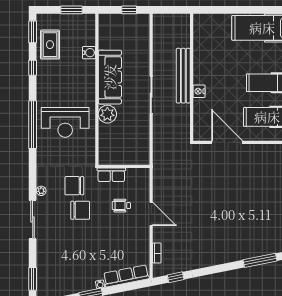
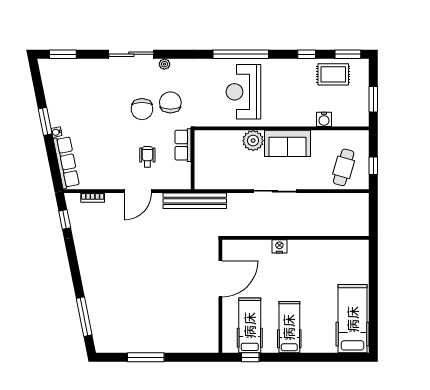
cafe table: (131, 36) -> (344, 167), added
bench: (183, 76) -> (195, 201), moved
sofa: (110, 77) -> (288, 143), width x0.73

